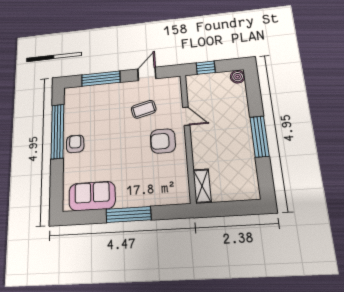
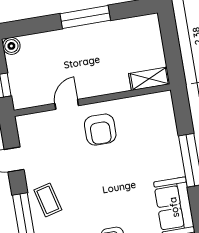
coffee table: (144, 109) -> (48, 200), moved

